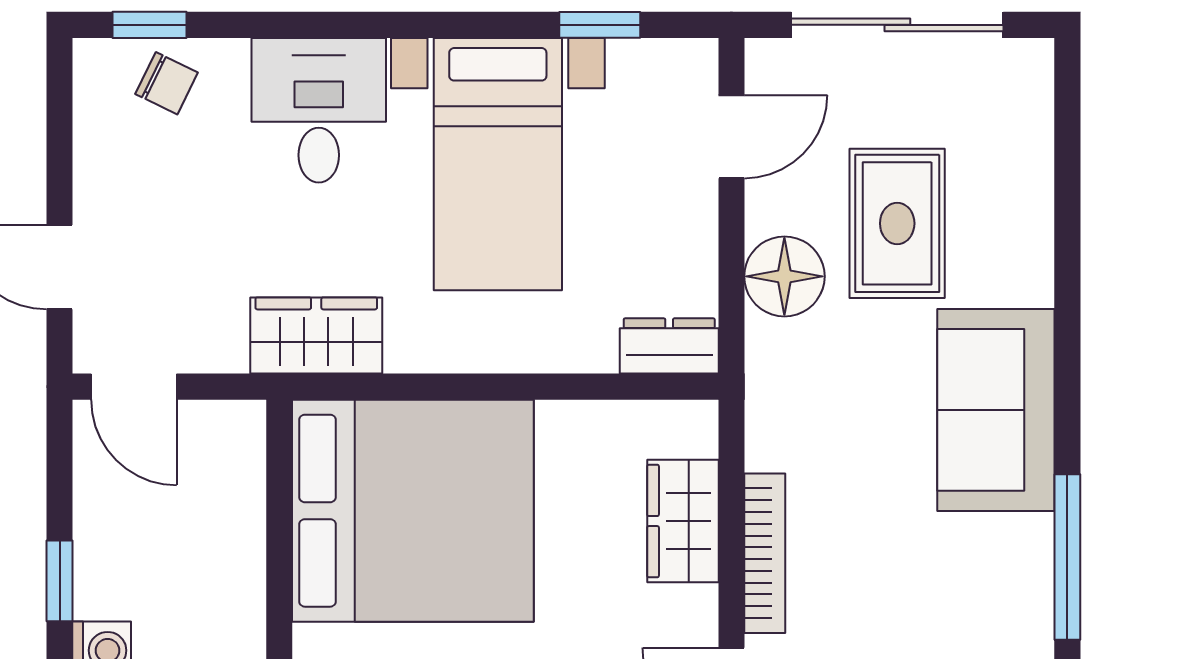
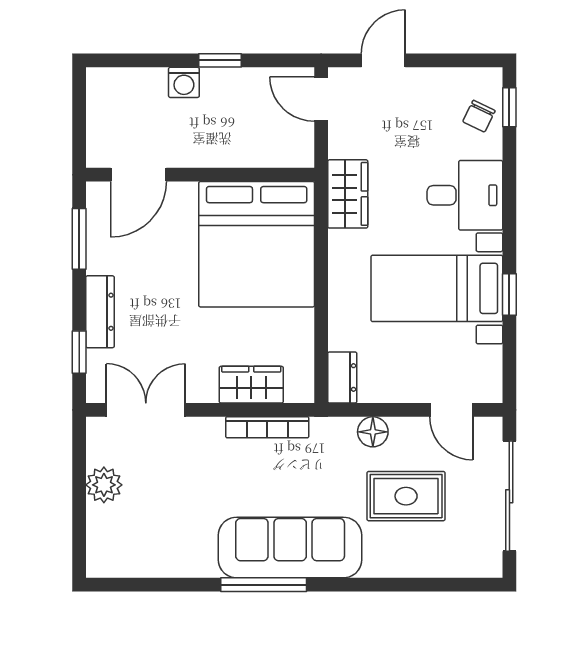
window: (600, 25) -> (509, 294), moved
floor lamp: (784, 276) -> (373, 432), width x0.73, depth x0.73
door: (134, 387) -> (321, 99), hinge flipped
sofa: (996, 410) -> (290, 547), width x1.36
bookcase: (765, 553) -> (267, 427), moved
window: (1067, 557) -> (264, 585), moved

